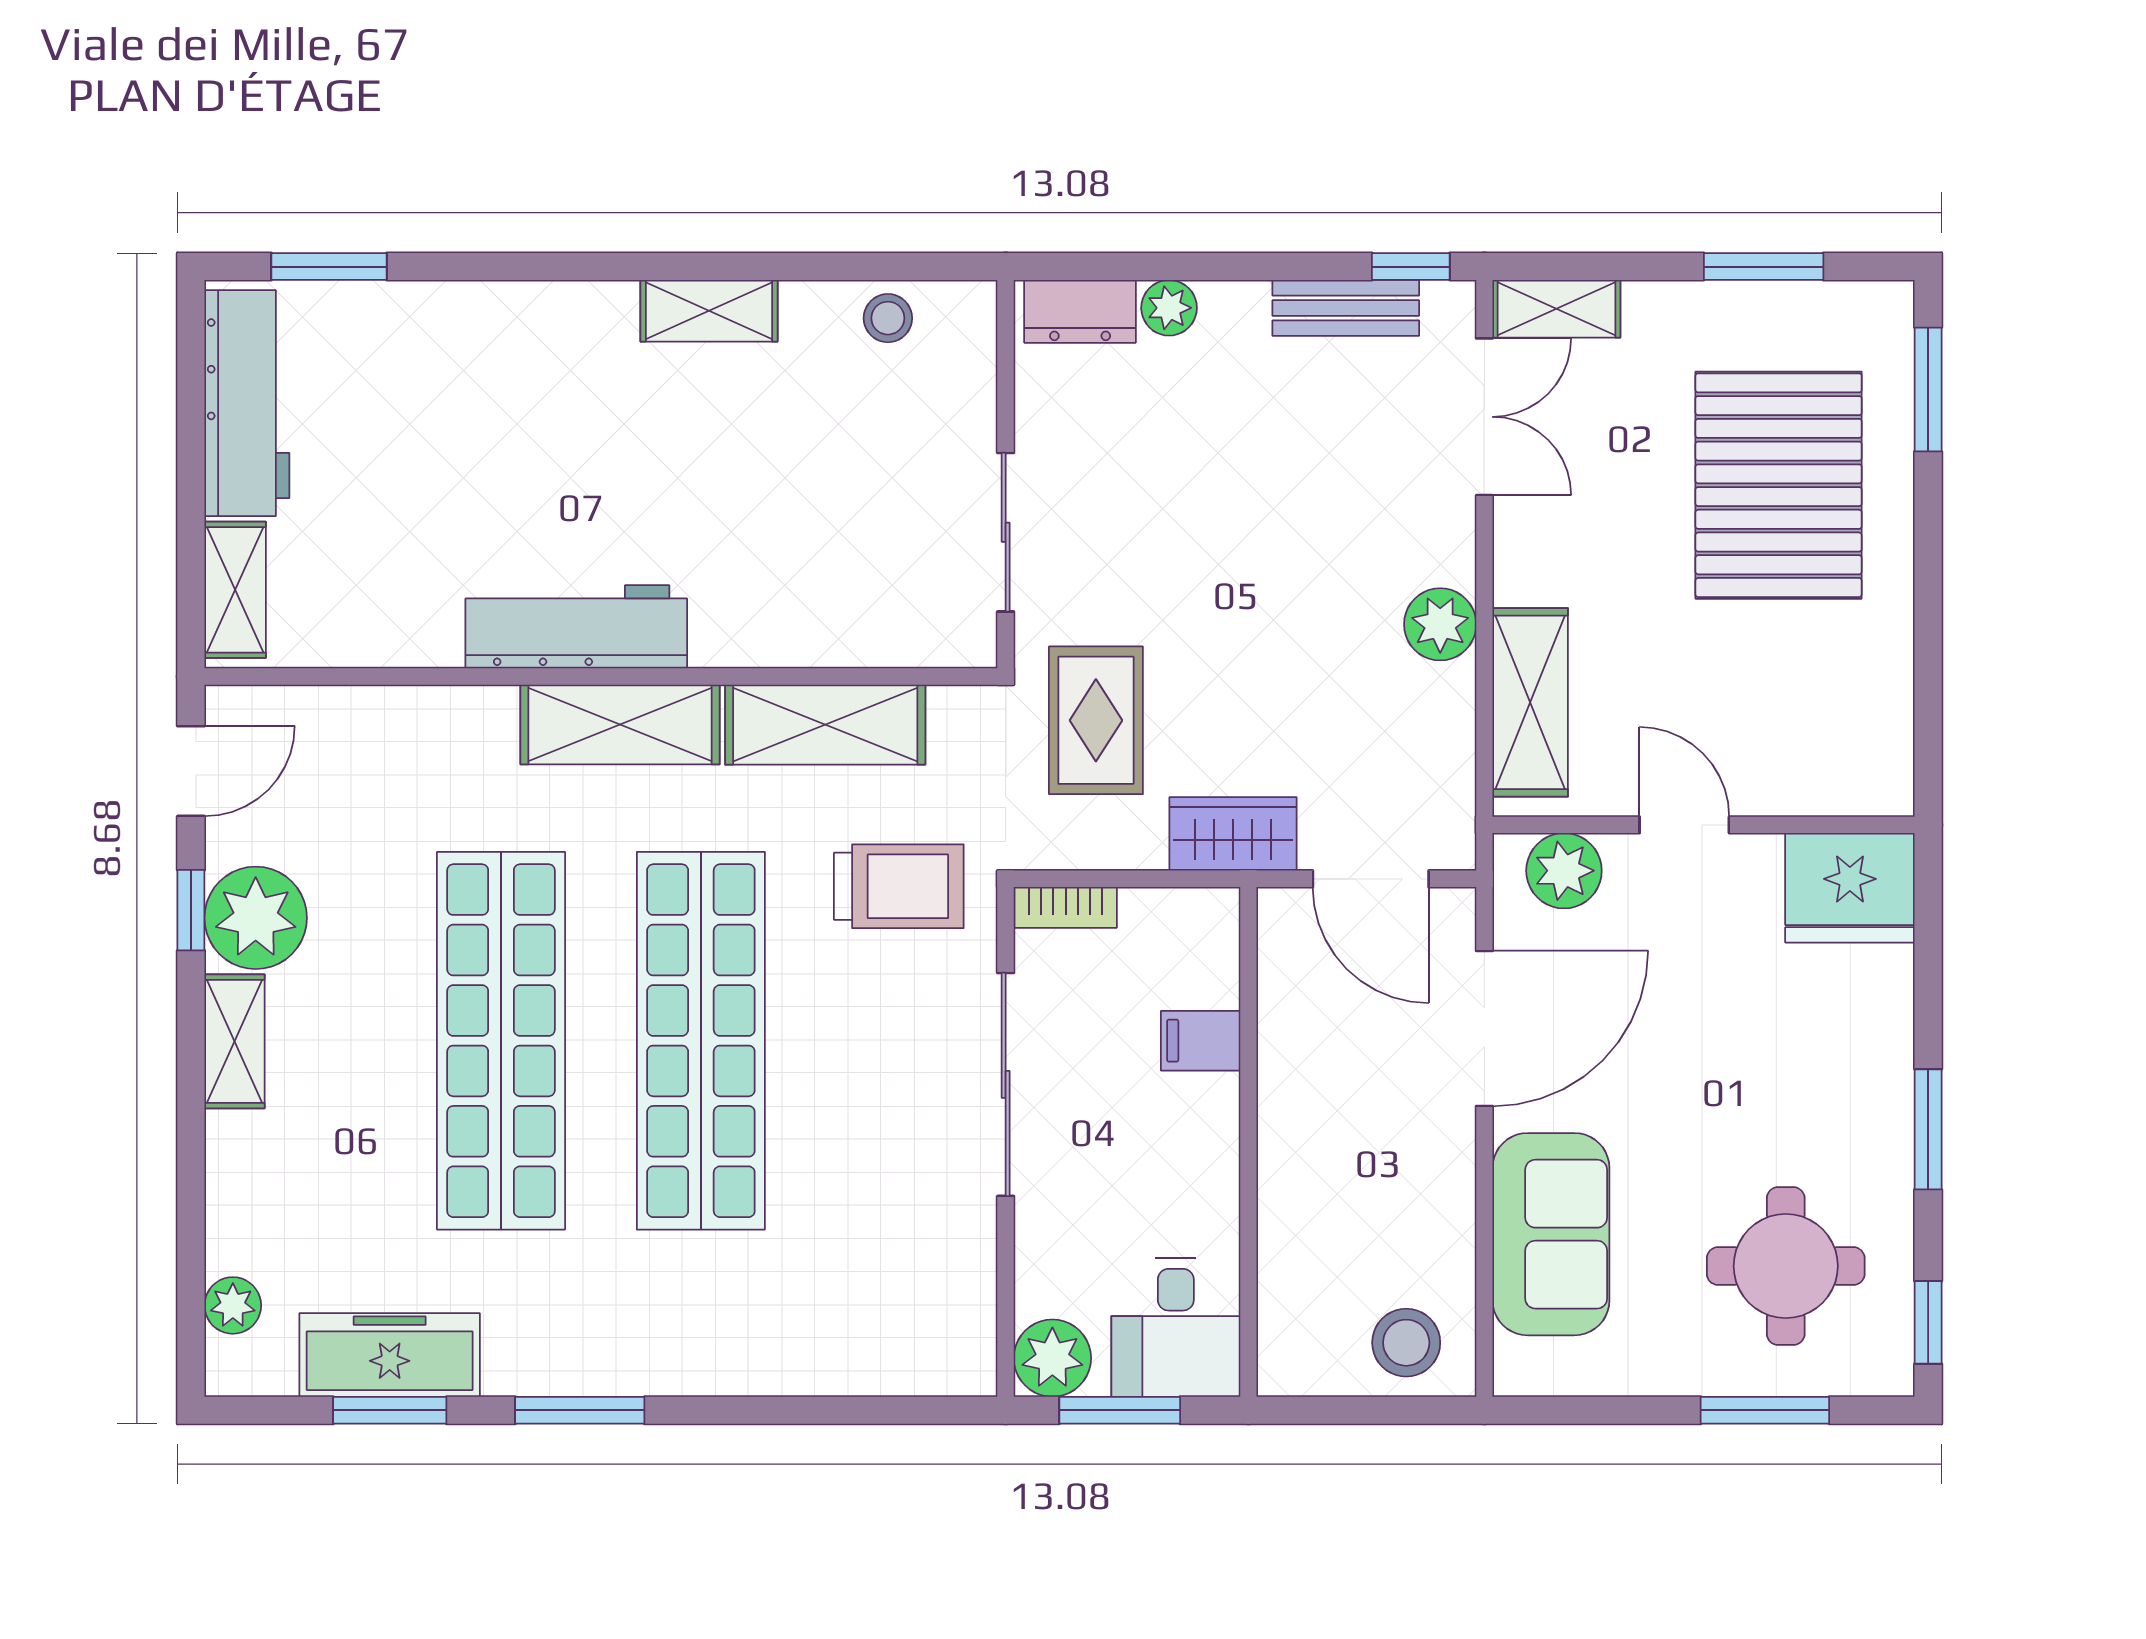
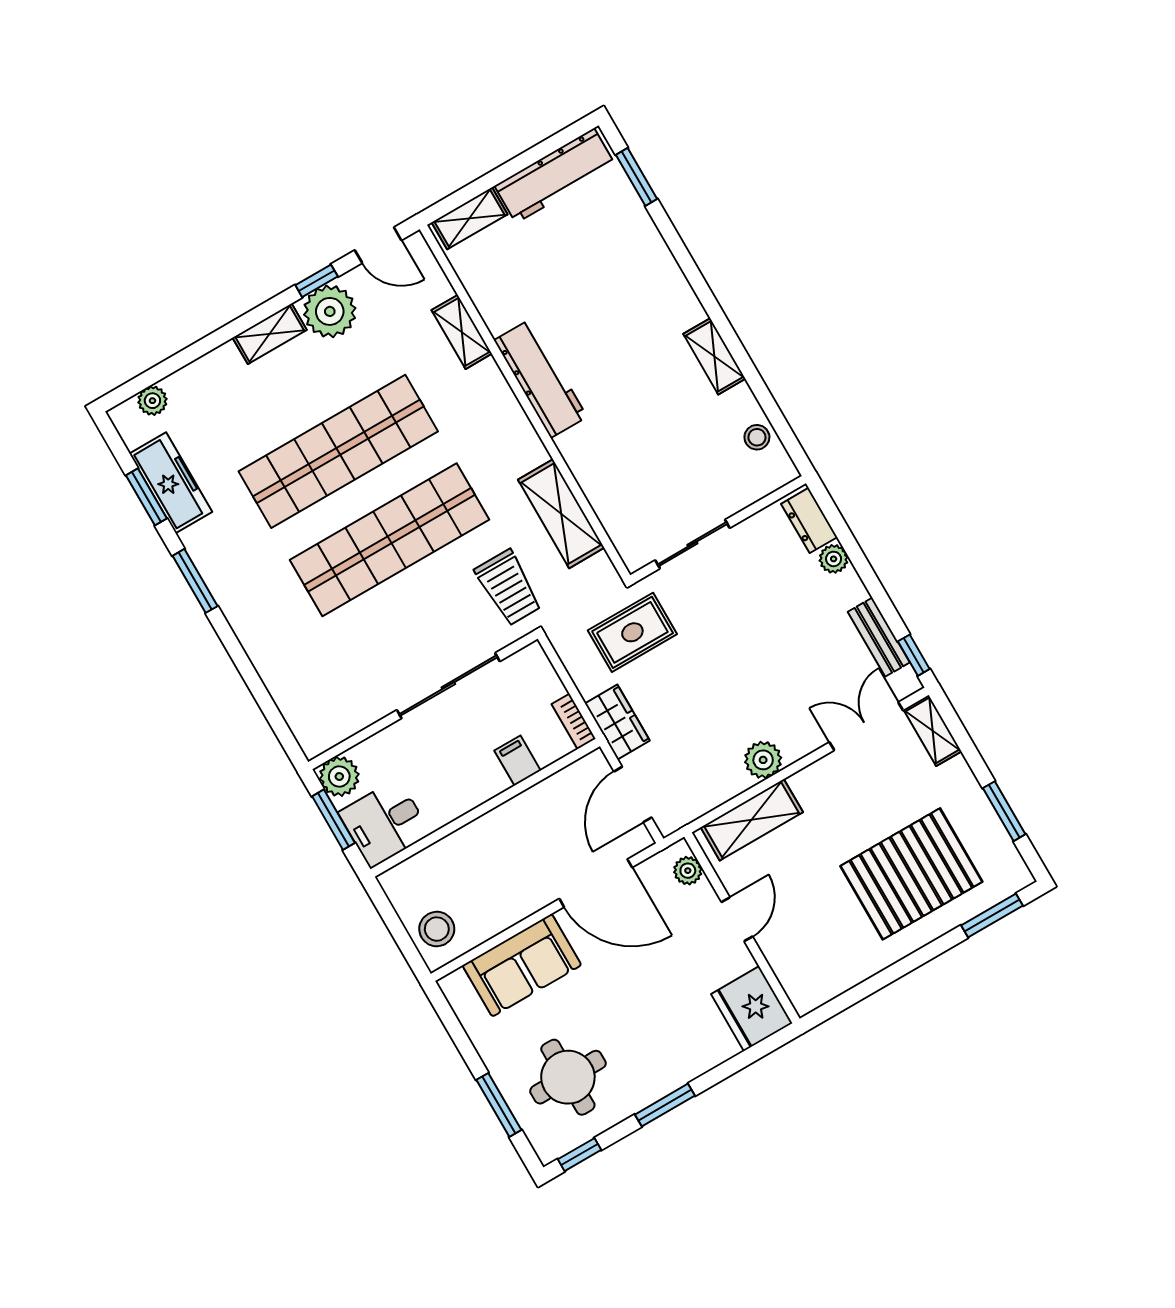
double door: (1484, 417) -> (866, 726), swing flipped
shelving: (620, 724) -> (462, 332), moved, width x0.67, depth x0.75
plant: (1564, 871) -> (688, 871), width x0.73, depth x0.73
bookcase: (1066, 907) -> (574, 721), moved

